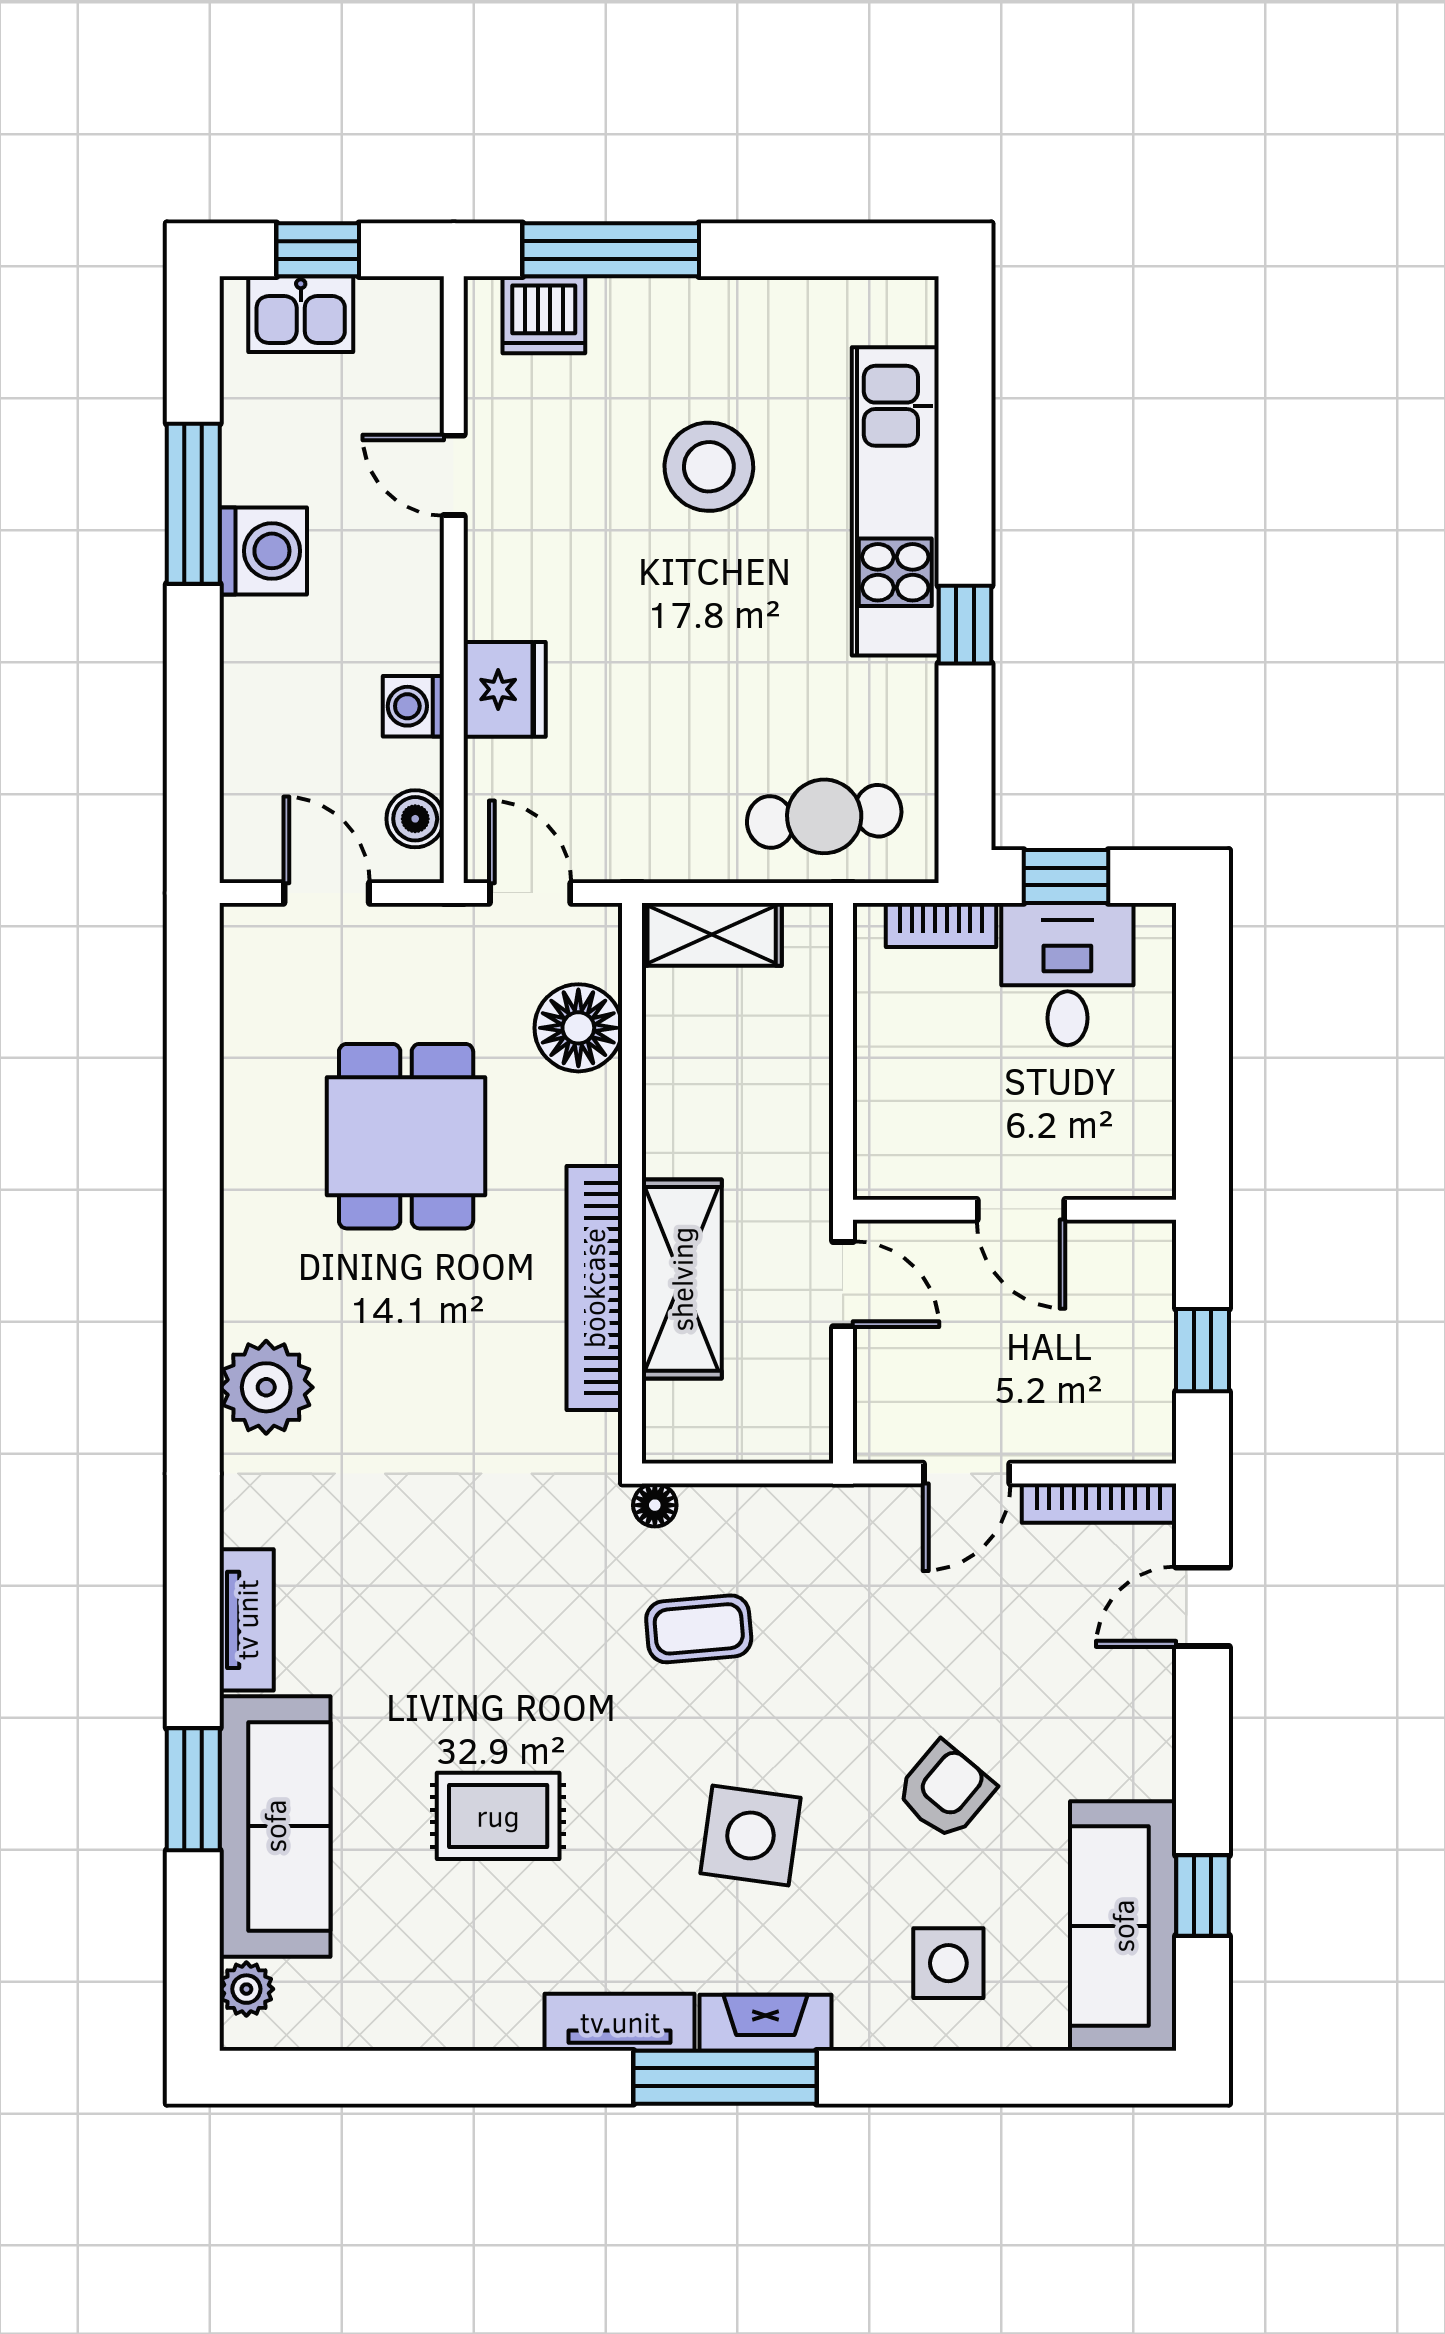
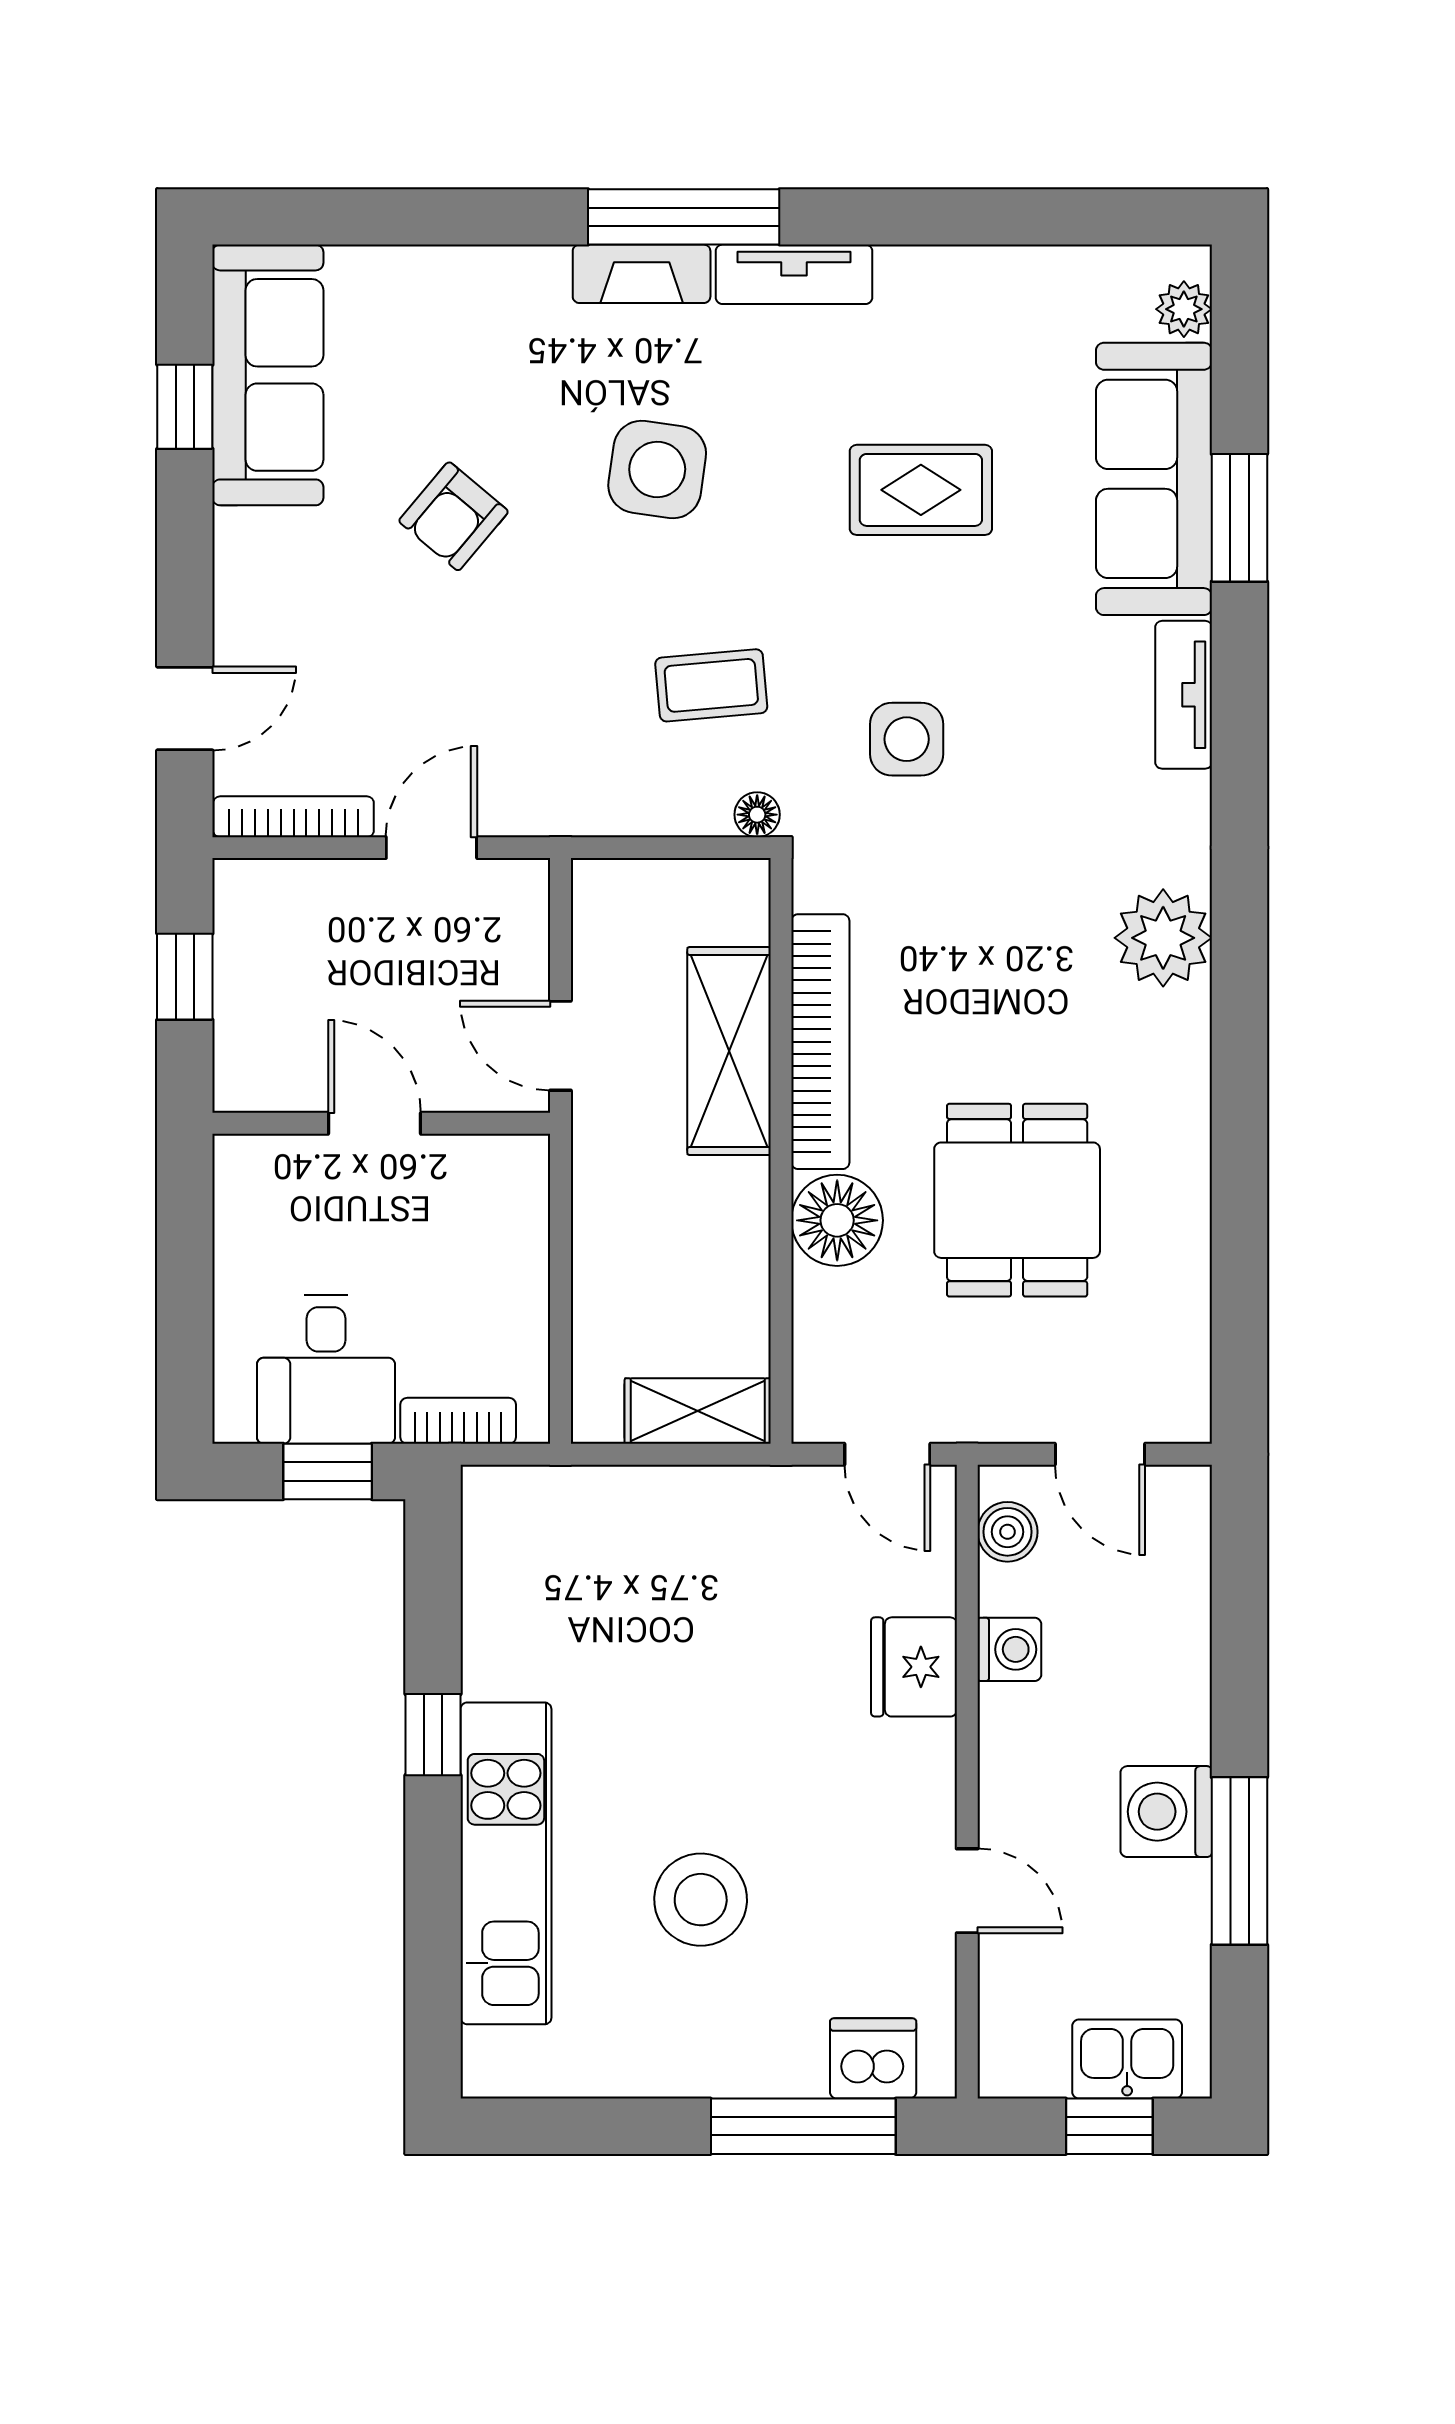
cafe table: (824, 816) -> (580, 1534), removed
floor lamp: (578, 1028) -> (837, 1220), moved
side table: (948, 1963) -> (907, 739), moved

